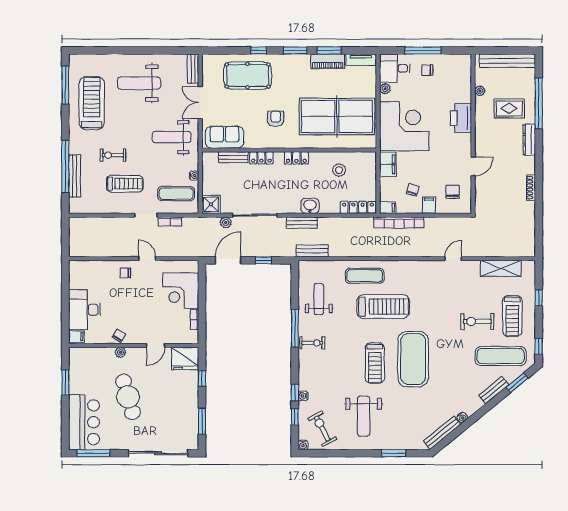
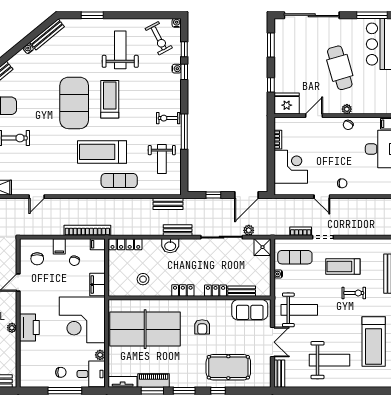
plant: (480, 91) -> (12, 328), moved

